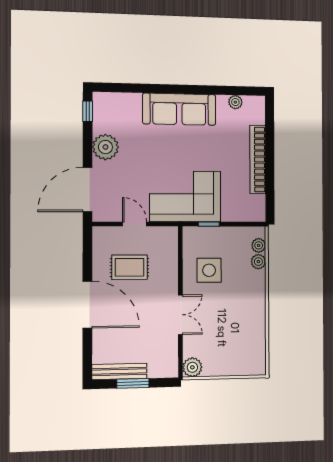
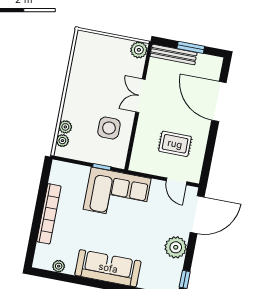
door: (135, 224) -> (176, 181), moved
door: (87, 305) -> (219, 102), moved
bench: (119, 371) -> (173, 55), moved

